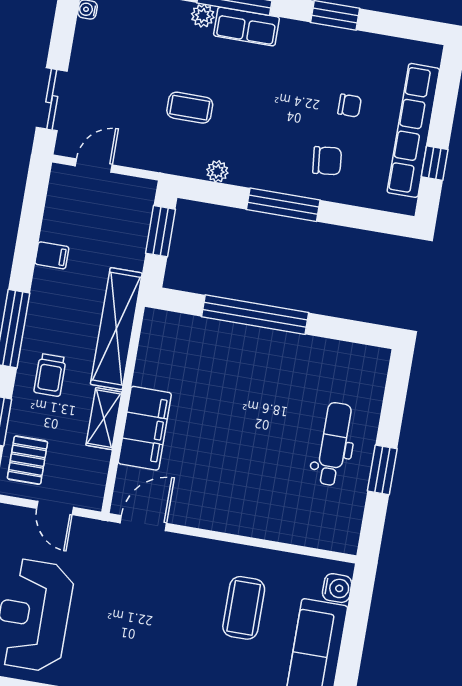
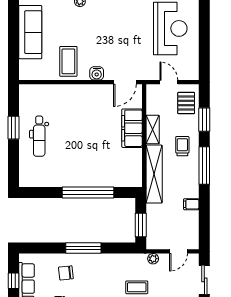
plant: (217, 171) -> (153, 259), moved
water cooler: (337, 588) -> (97, 73), moved, turned -90
coffee table: (244, 608) -> (68, 61), moved

